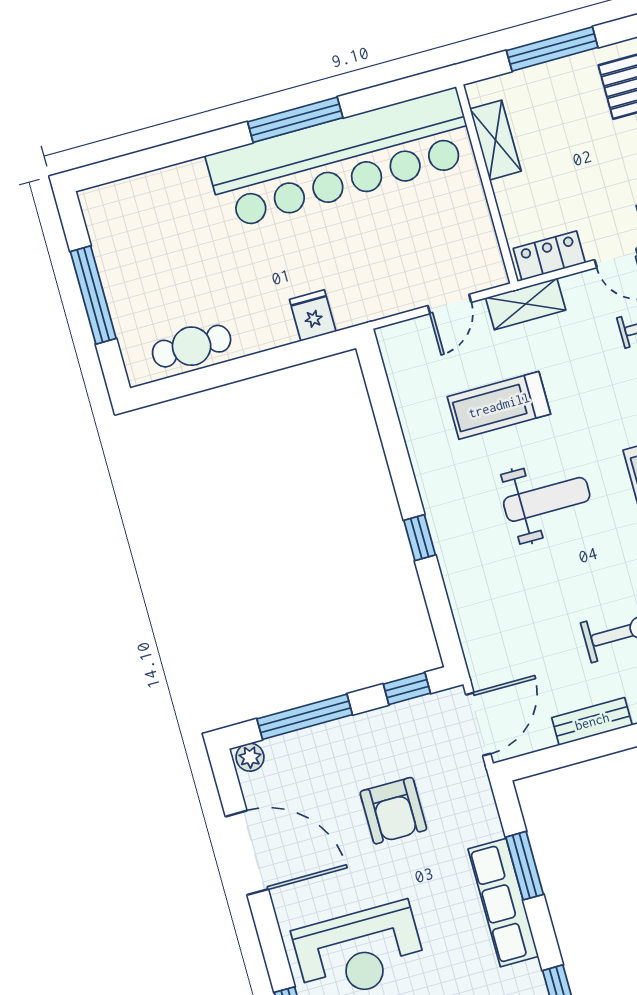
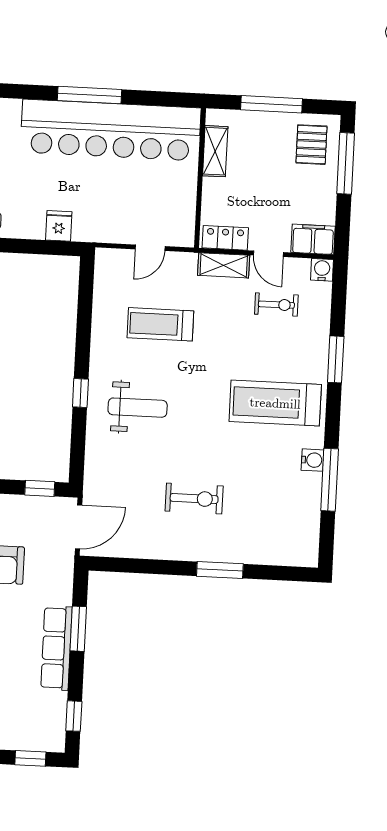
shelving: (526, 304) -> (224, 265), moved
weight bench: (547, 499) -> (138, 408), moved
bench: (592, 721) -> (153, 549), removed

